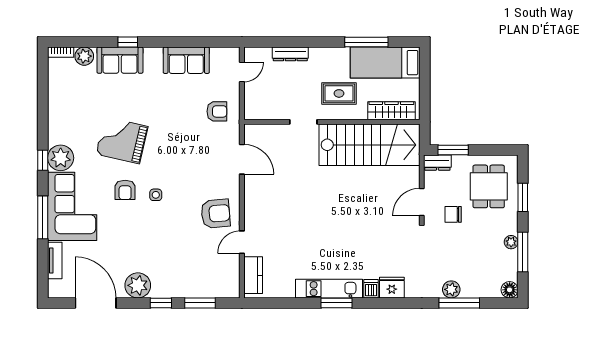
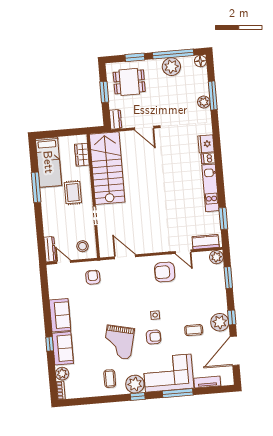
window: (366, 42) -> (36, 187), moved
dresser: (290, 54) -> (50, 249), moved
sofa: (186, 60) -> (60, 315), moved
stool: (262, 101) -> (83, 246), added
wardrobe: (391, 111) -> (82, 155), width x0.67
coffee table: (72, 123) -> (110, 379), added
window: (453, 150) -> (104, 92), moved
door: (242, 159) -> (125, 257), hinge flipped
armchair: (216, 214) -> (165, 272), turned -85
chair: (453, 214) -> (151, 105), removed
plant: (511, 242) -> (171, 67), width x1.88, depth x1.88
coffee table: (130, 248) -> (194, 330), added
window: (523, 252) -> (173, 54), width x1.46
plant: (230, 289) -> (216, 257), added
window: (161, 303) -> (232, 317), moved
window: (336, 303) -> (223, 219), moved

